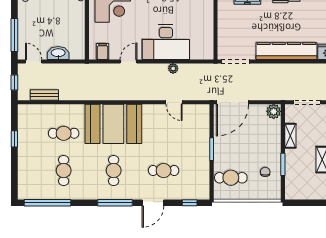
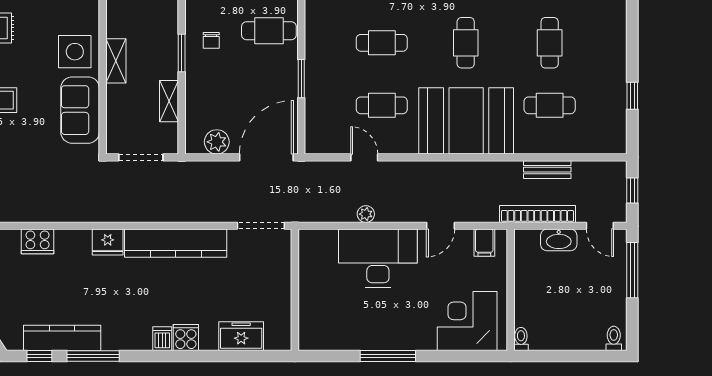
bookcase: (71, 69) -> (537, 214), added
bench: (44, 95) -> (547, 170), moved
plant: (274, 111) -> (217, 142), moved
cafe table: (164, 133) -> (382, 105), added

